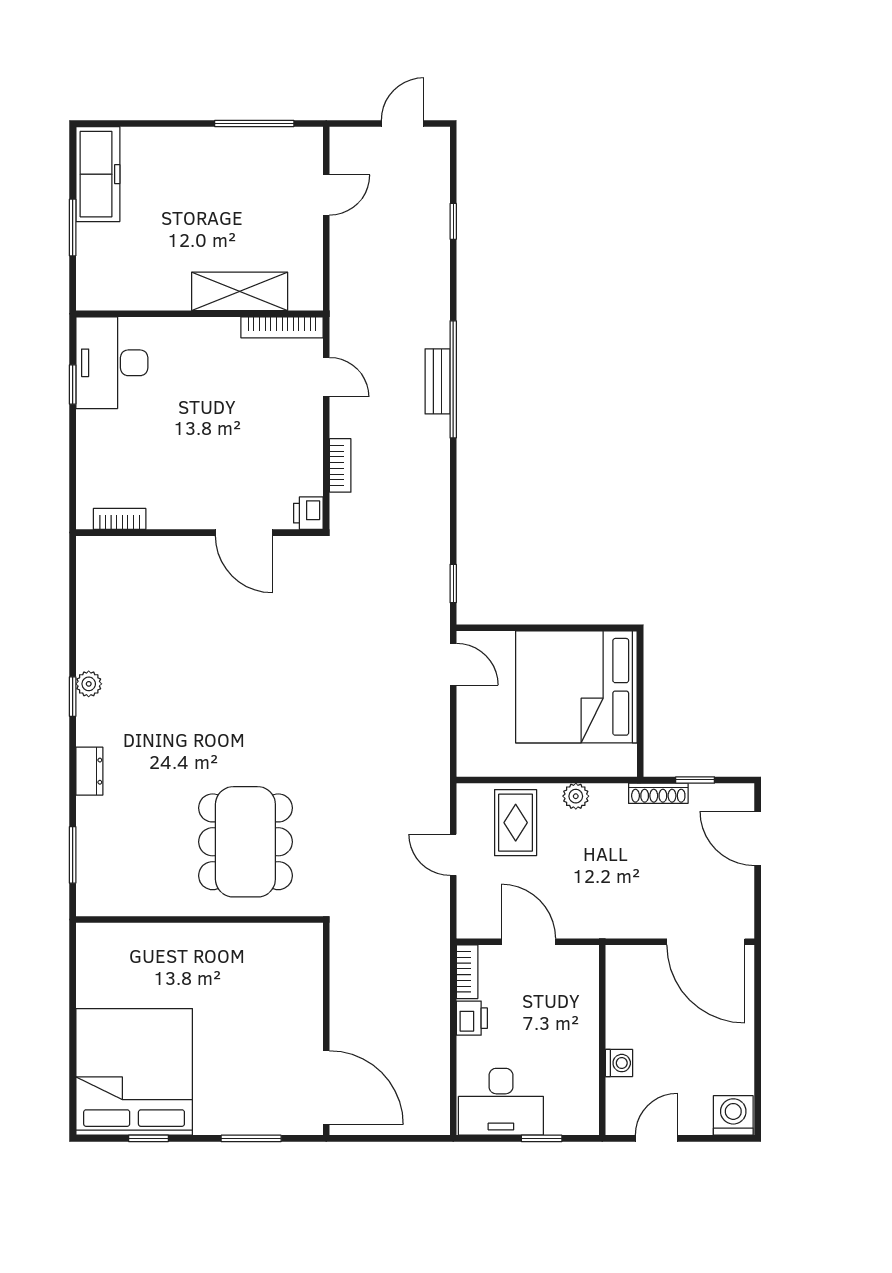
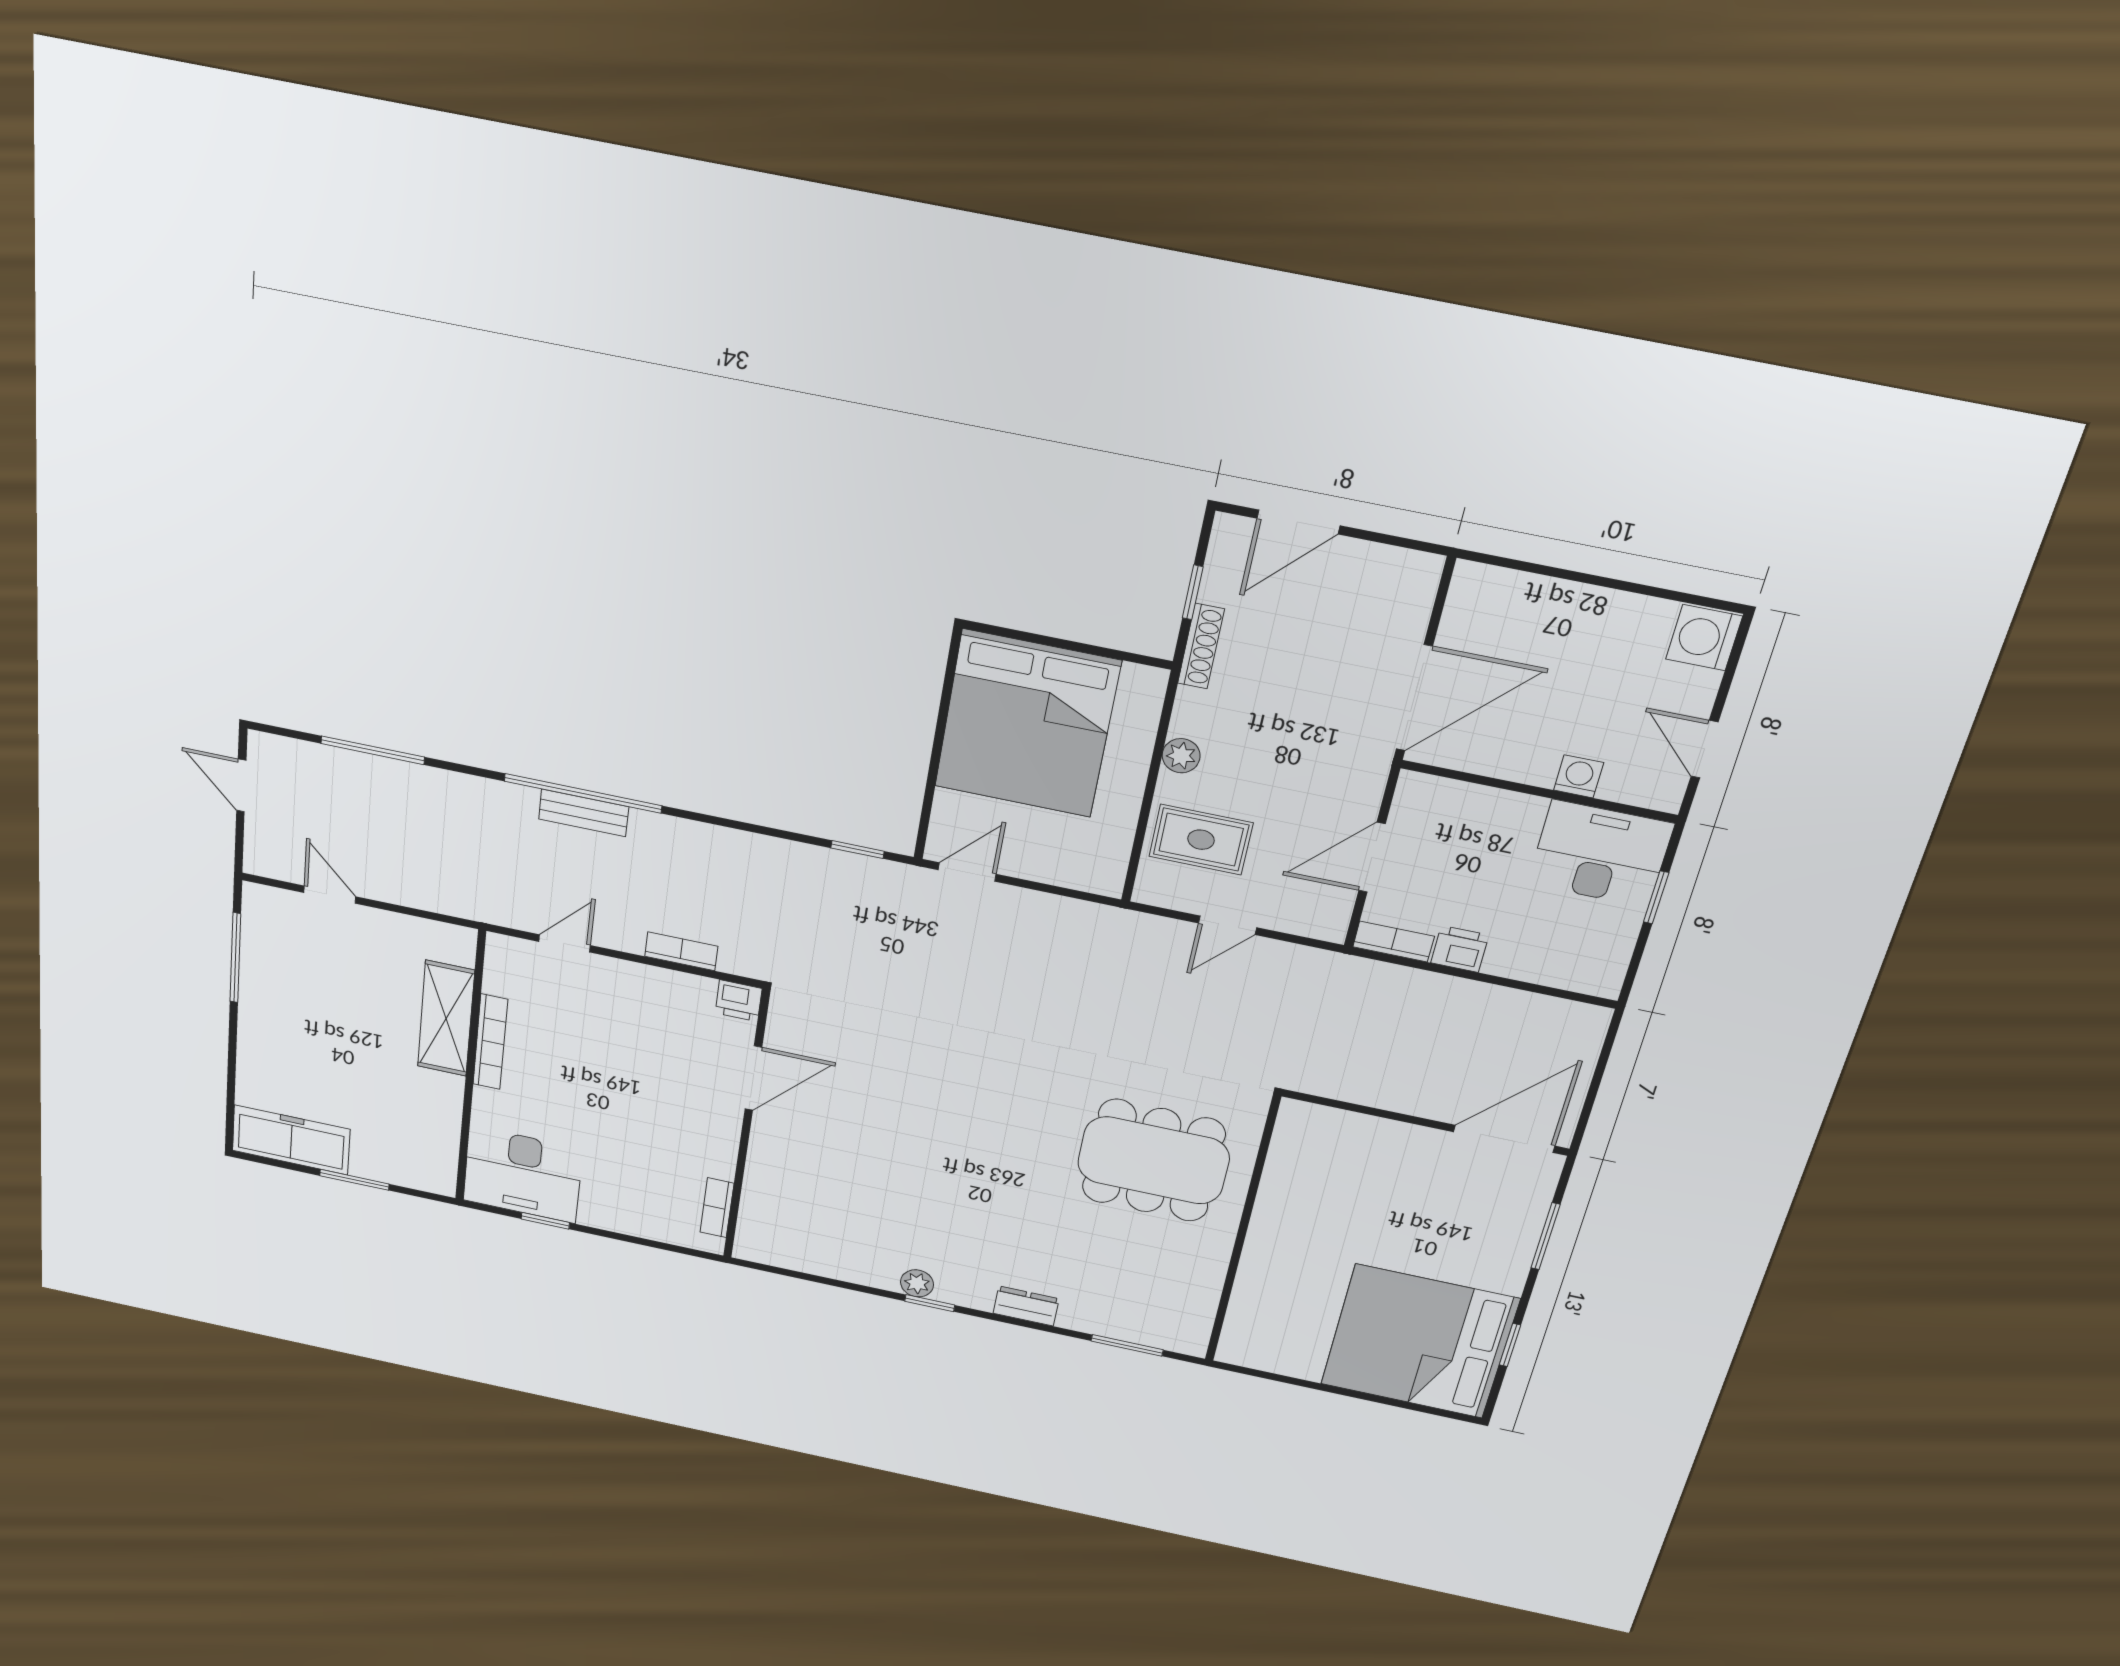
window: (453, 221) -> (373, 750), width x2.17
bookcase: (282, 327) -> (490, 1042), moved
door: (706, 942) -> (1414, 698), moved
desk: (501, 1102) -> (1600, 854), moved, turned -90

